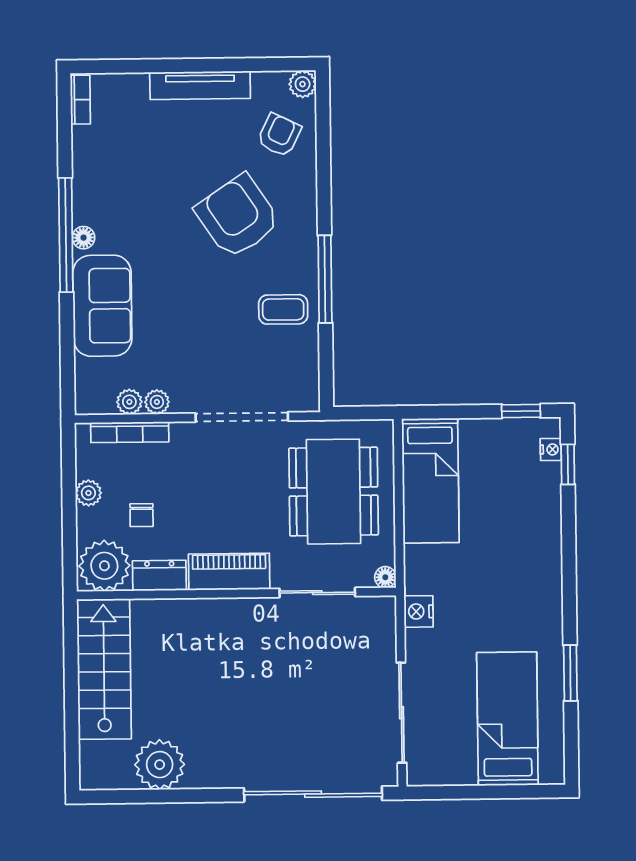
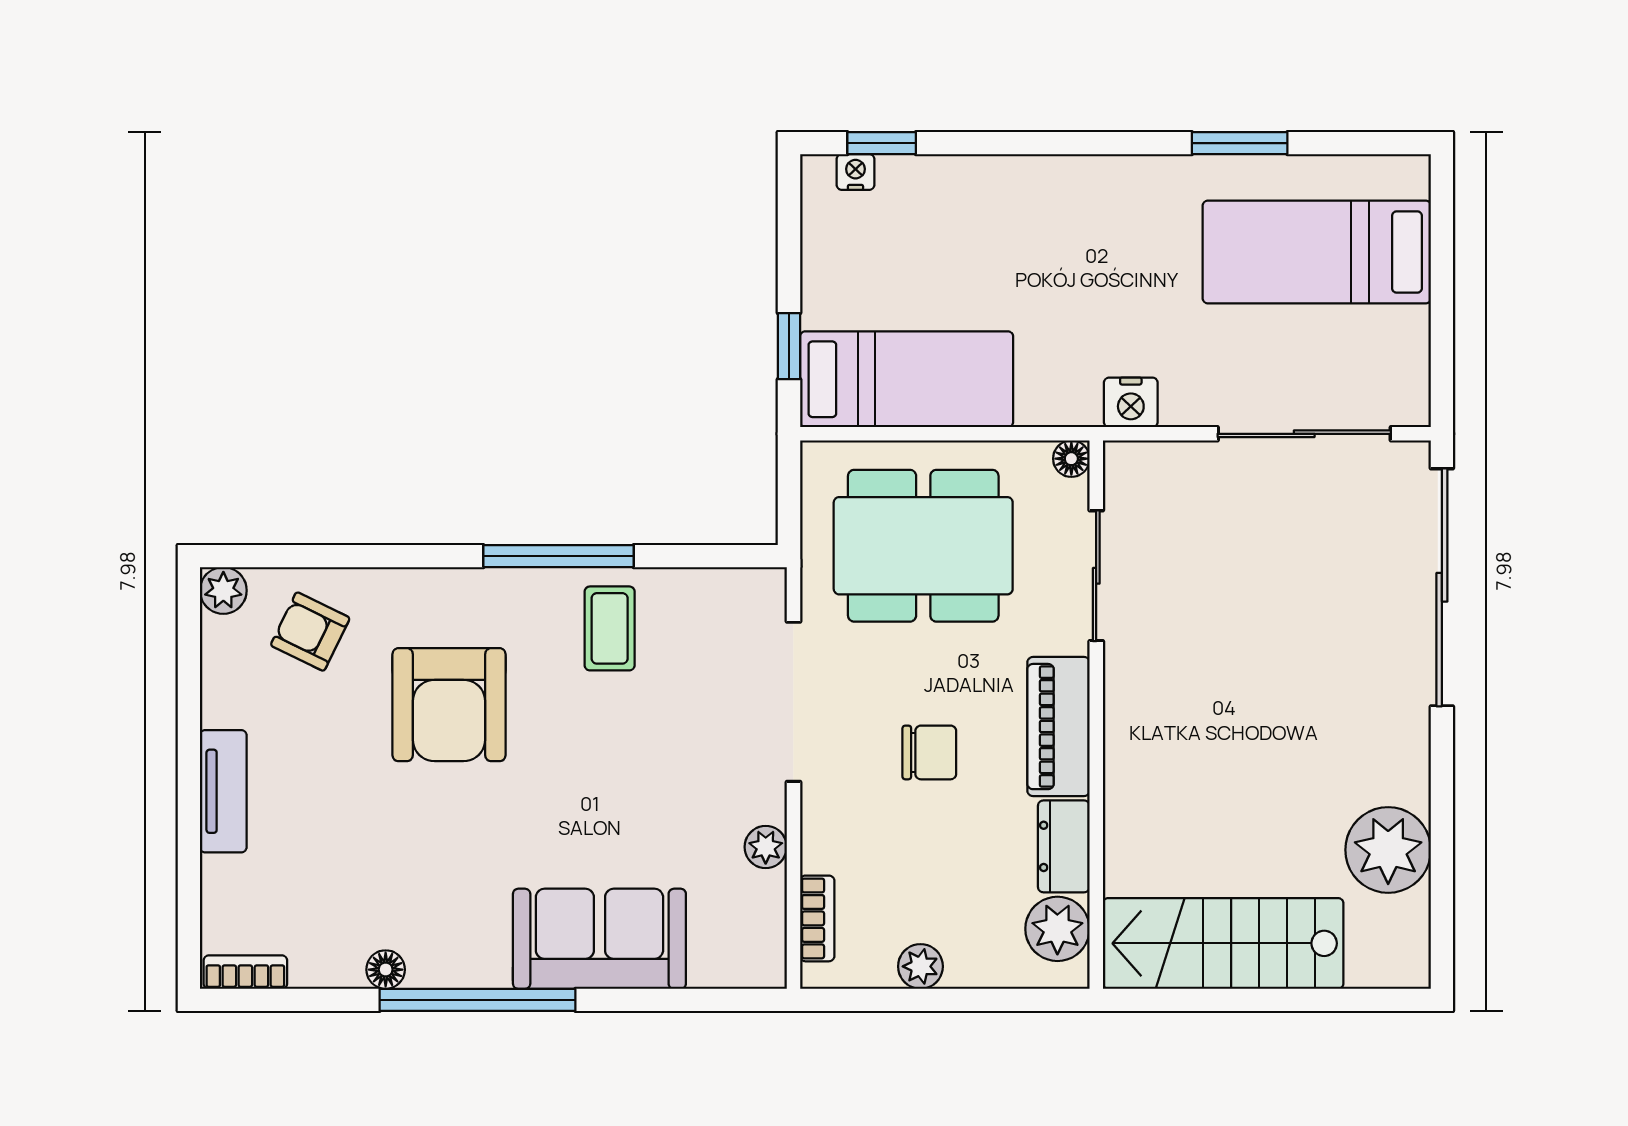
tv unit: (200, 85) -> (223, 791), width x0.71
armchair: (238, 216) -> (449, 705), turned -56
floor lamp: (84, 238) -> (386, 970), moved
plant: (129, 402) -> (765, 894), removed
window: (521, 411) -> (789, 346), moved
bookcase: (130, 432) -> (817, 918), width x0.64
chair: (142, 515) -> (929, 752), moved, width x1.37, depth x1.37
plant: (104, 566) -> (1057, 929), width x0.73, depth x0.73

